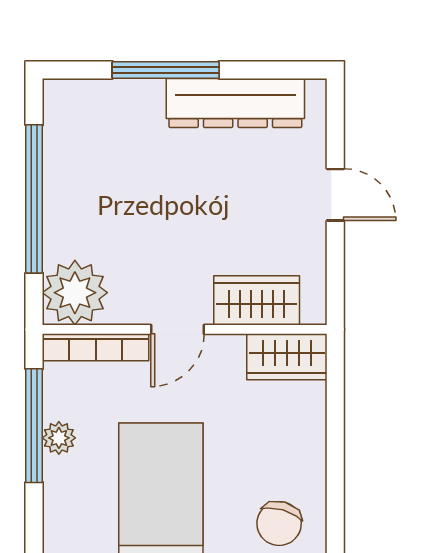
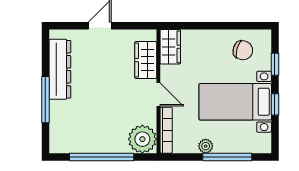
window: (34, 426) -> (227, 157), moved

